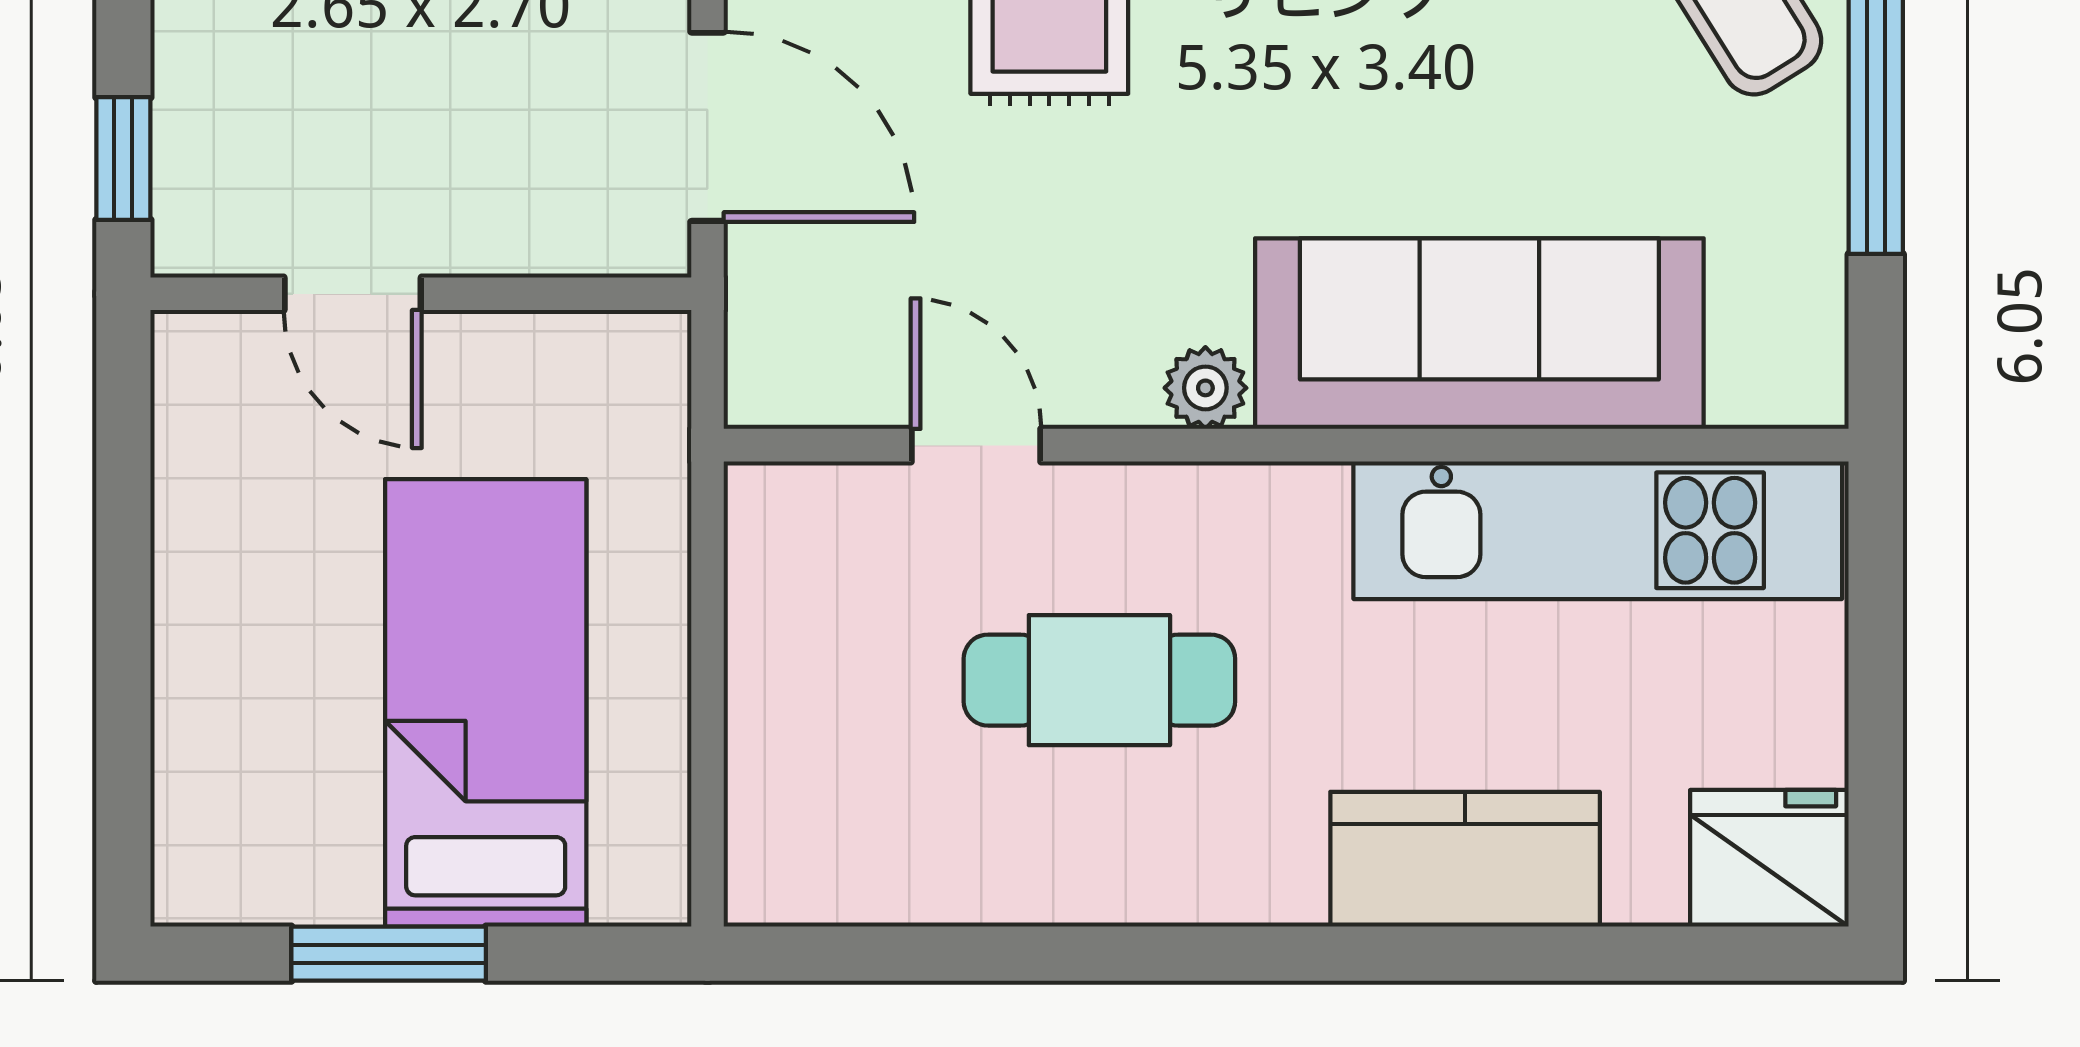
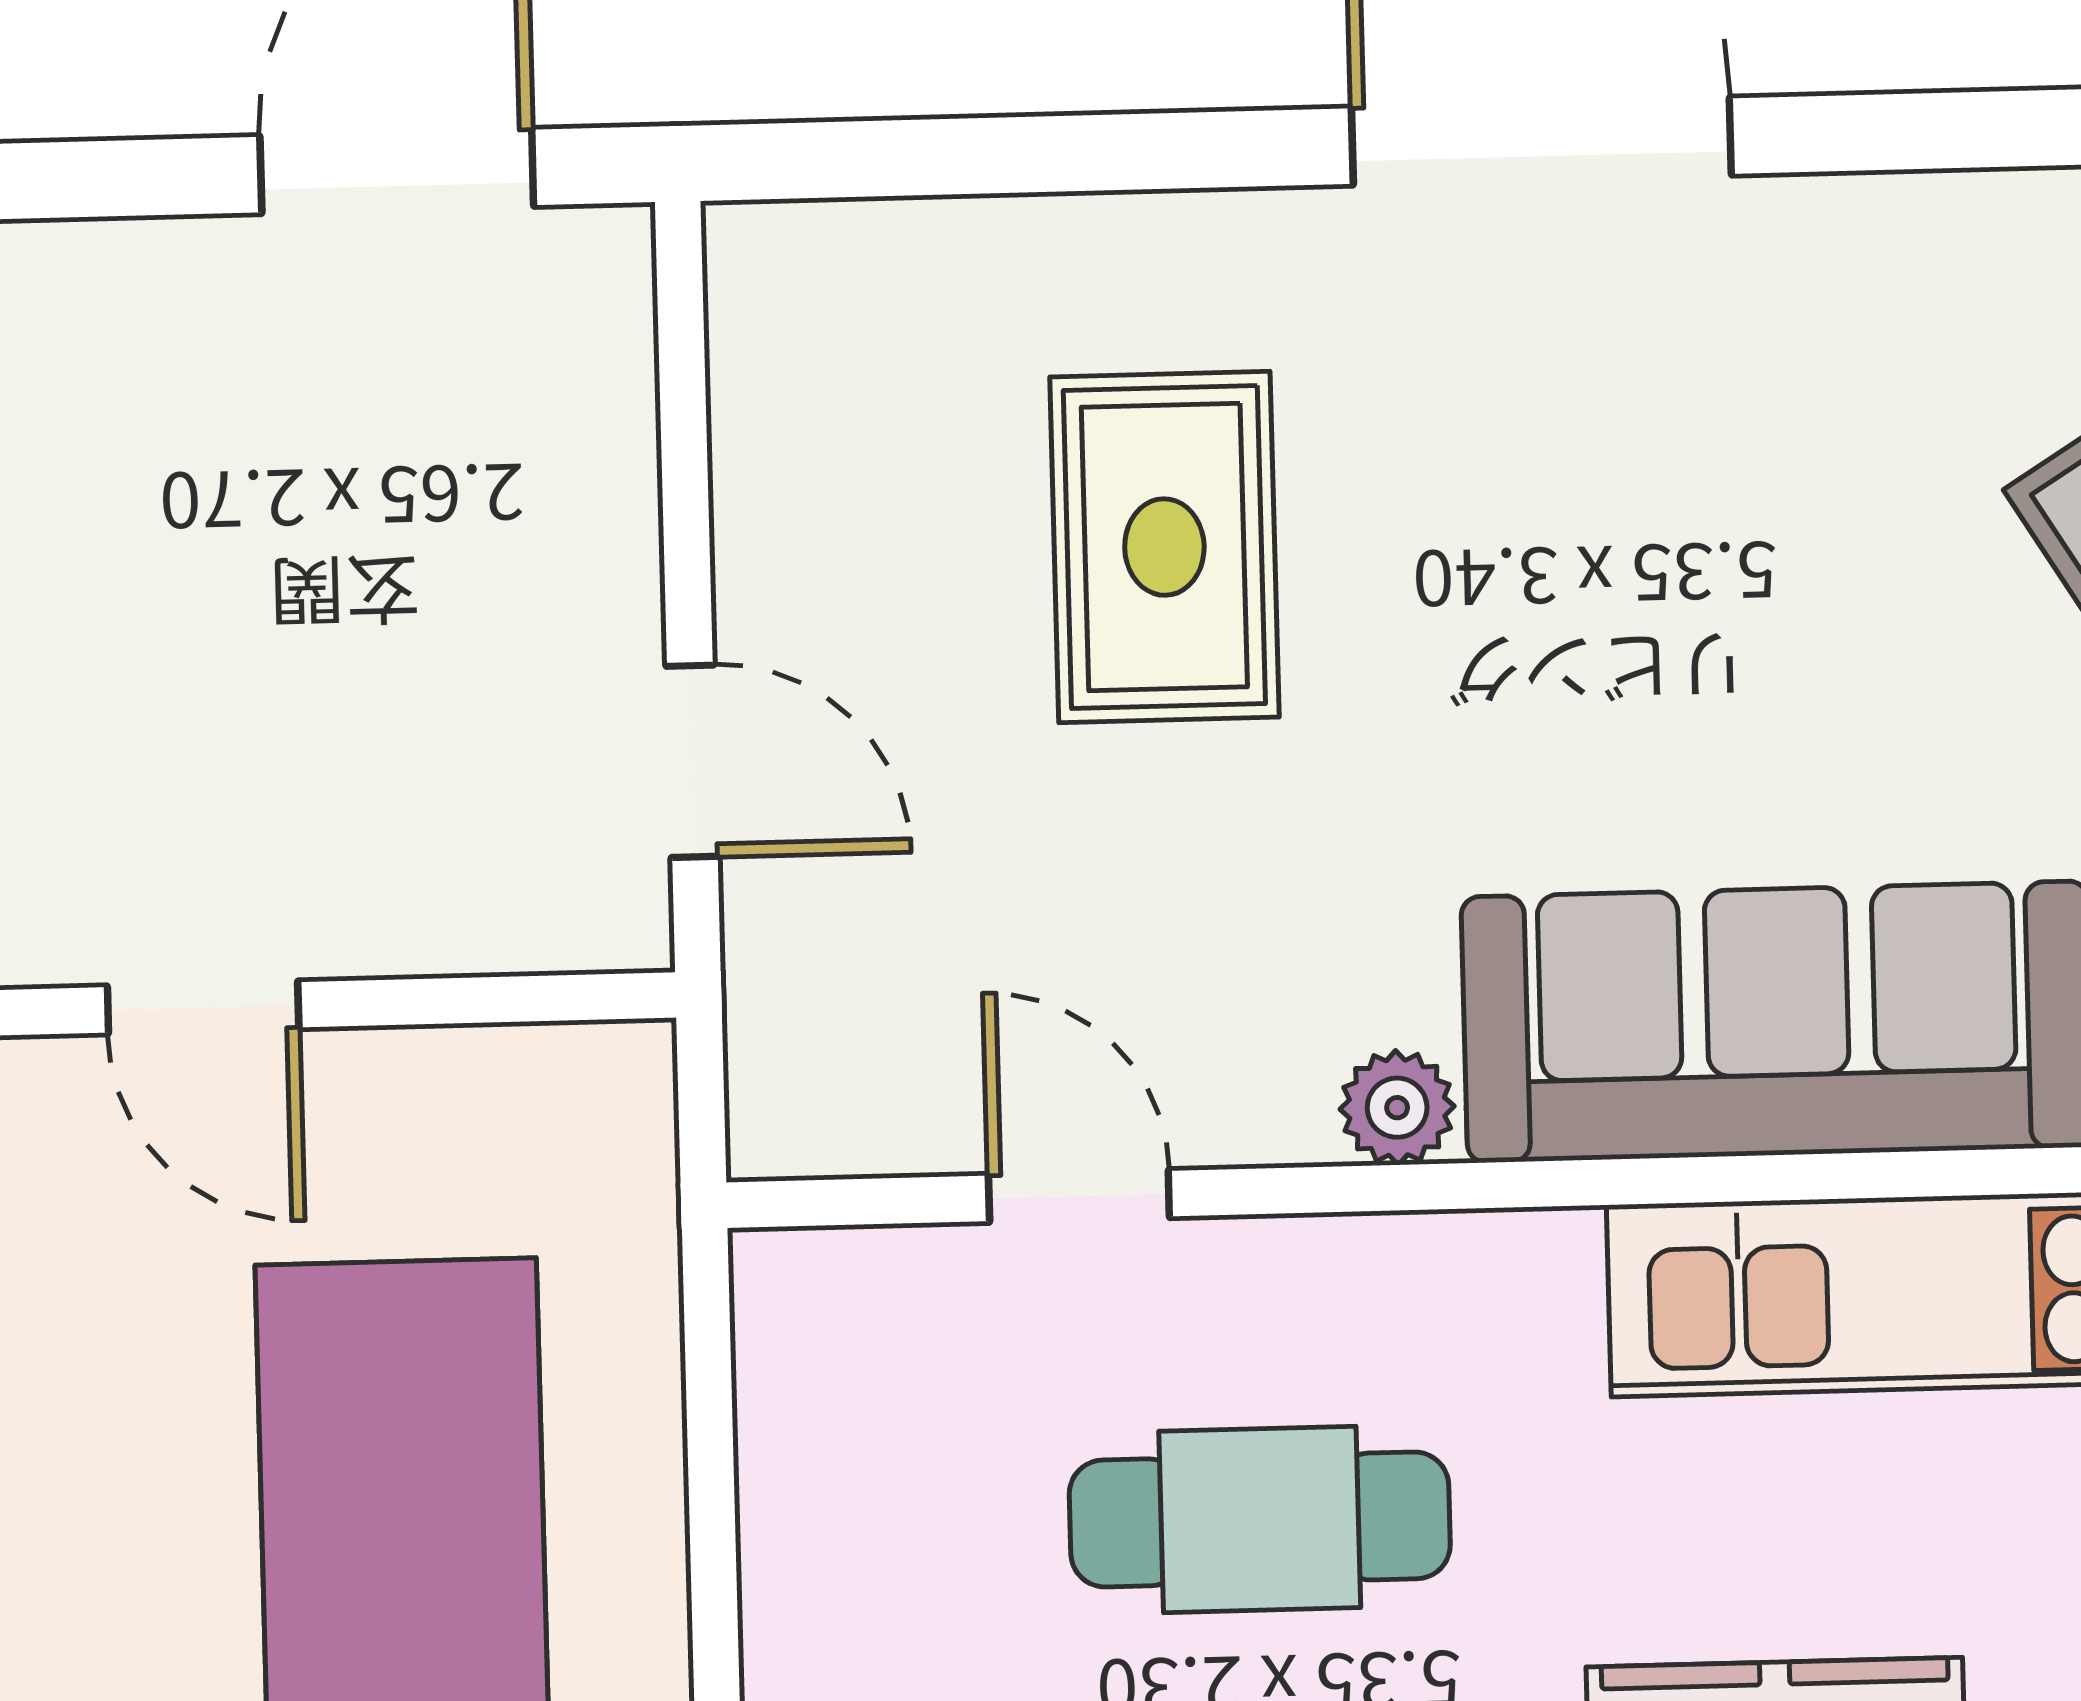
door: (707, 127) -> (692, 761), width x0.73

